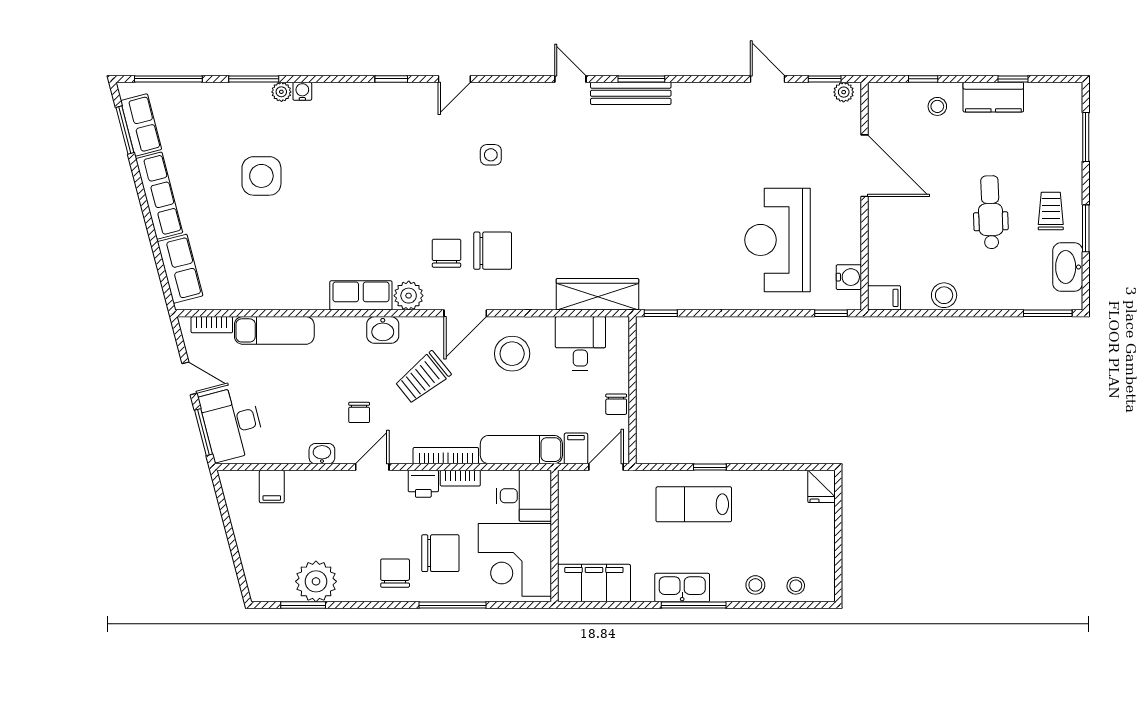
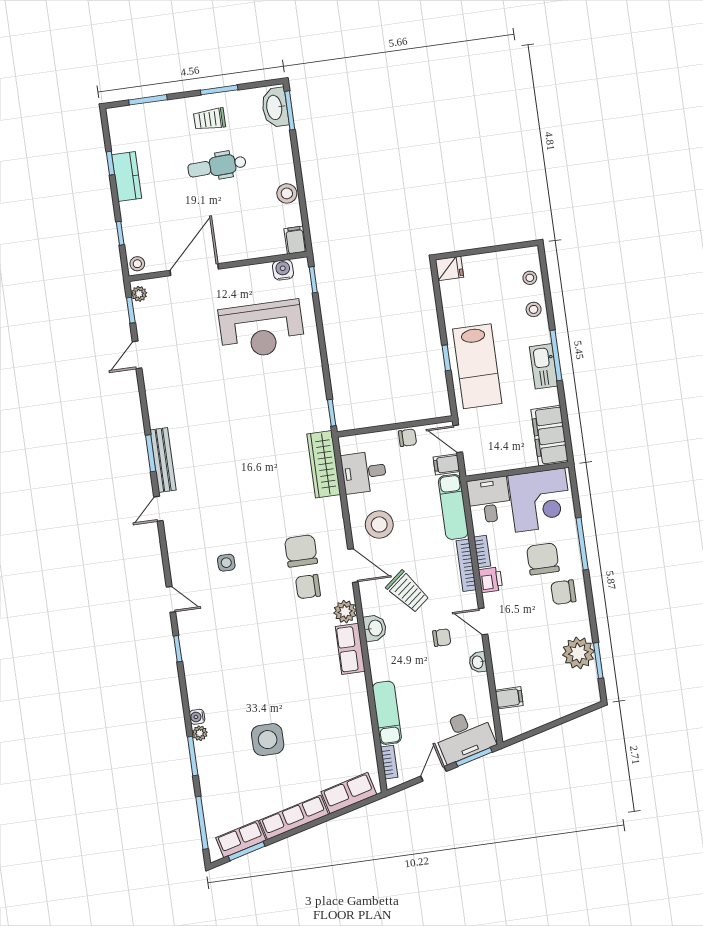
stool: (937, 106) -> (137, 264), moved
washbasin: (1068, 267) -> (275, 107), moved, turned 90
lab bench: (694, 504) -> (477, 366), width x1.36, depth x1.39

